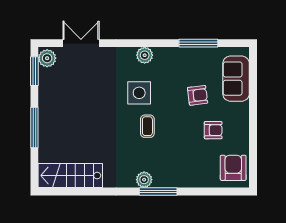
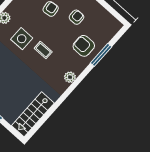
armchair: (233, 168) -> (84, 46), moved
window: (158, 191) -> (101, 55), moved

